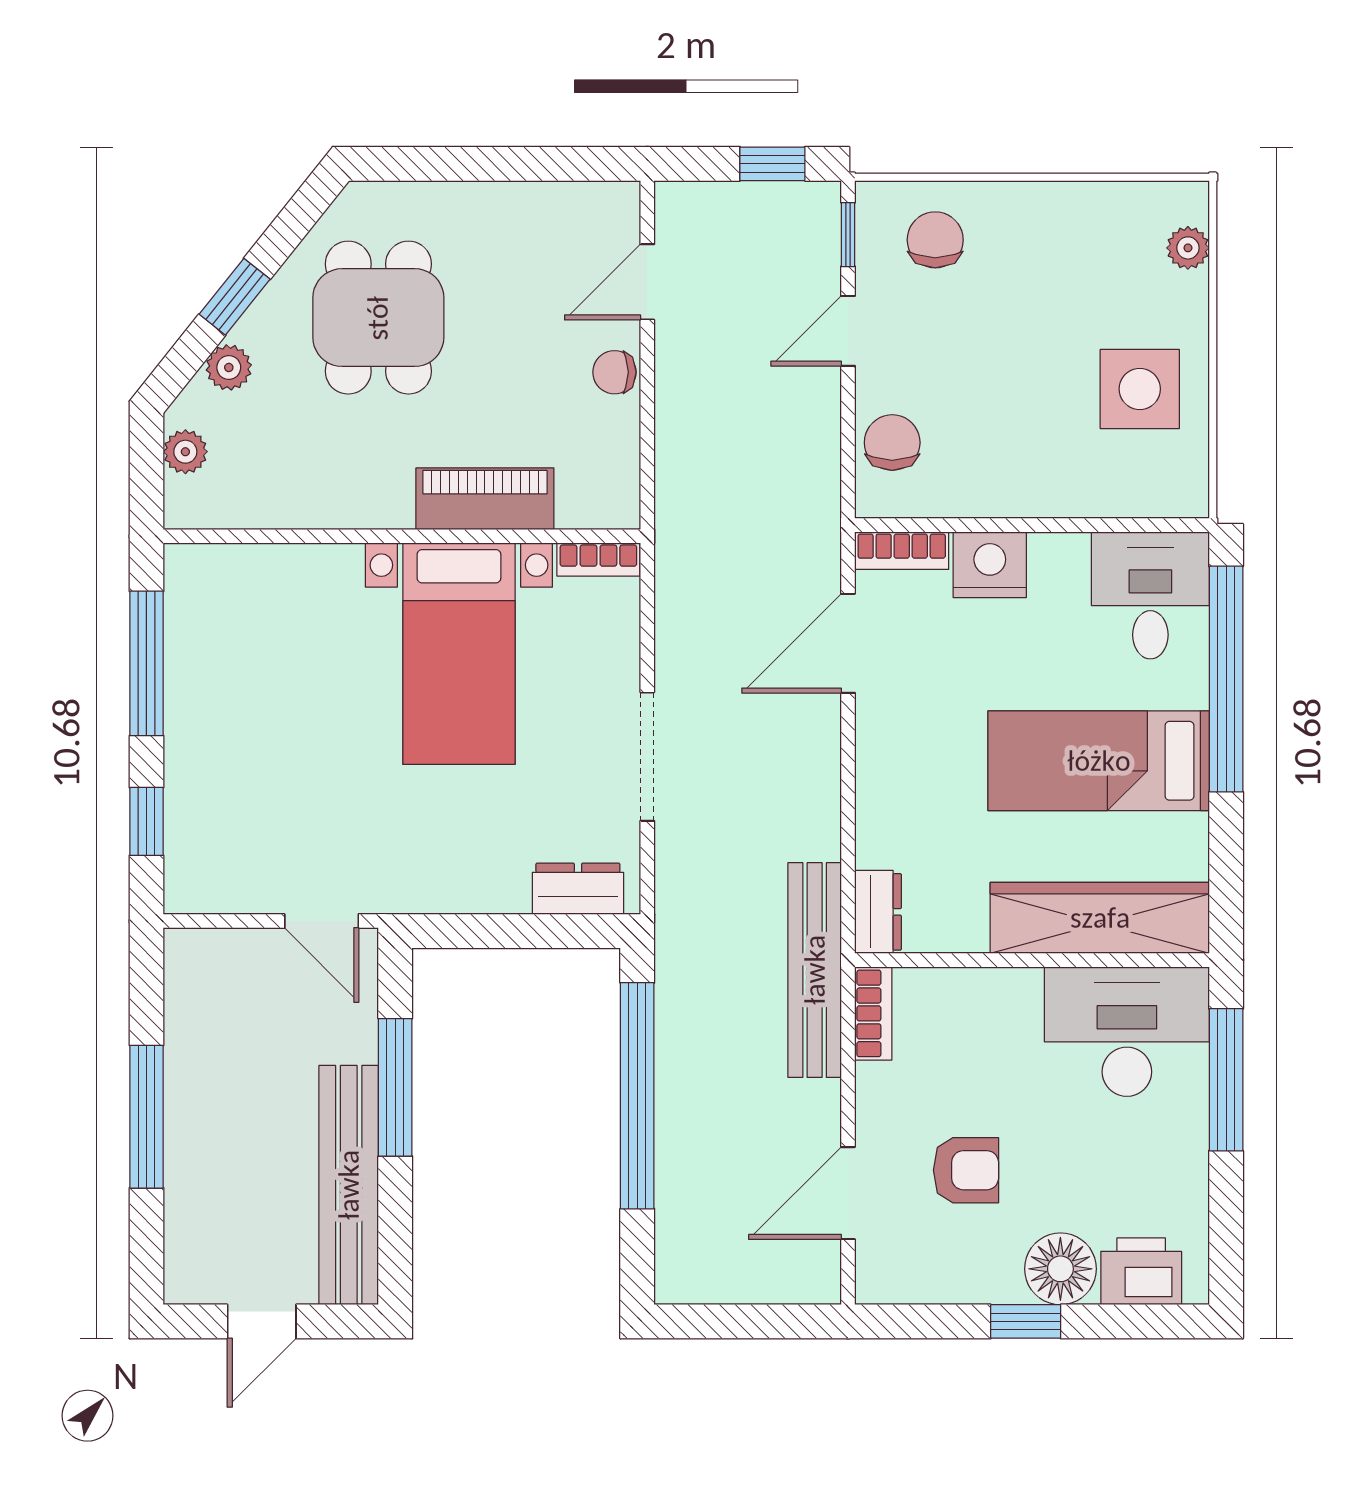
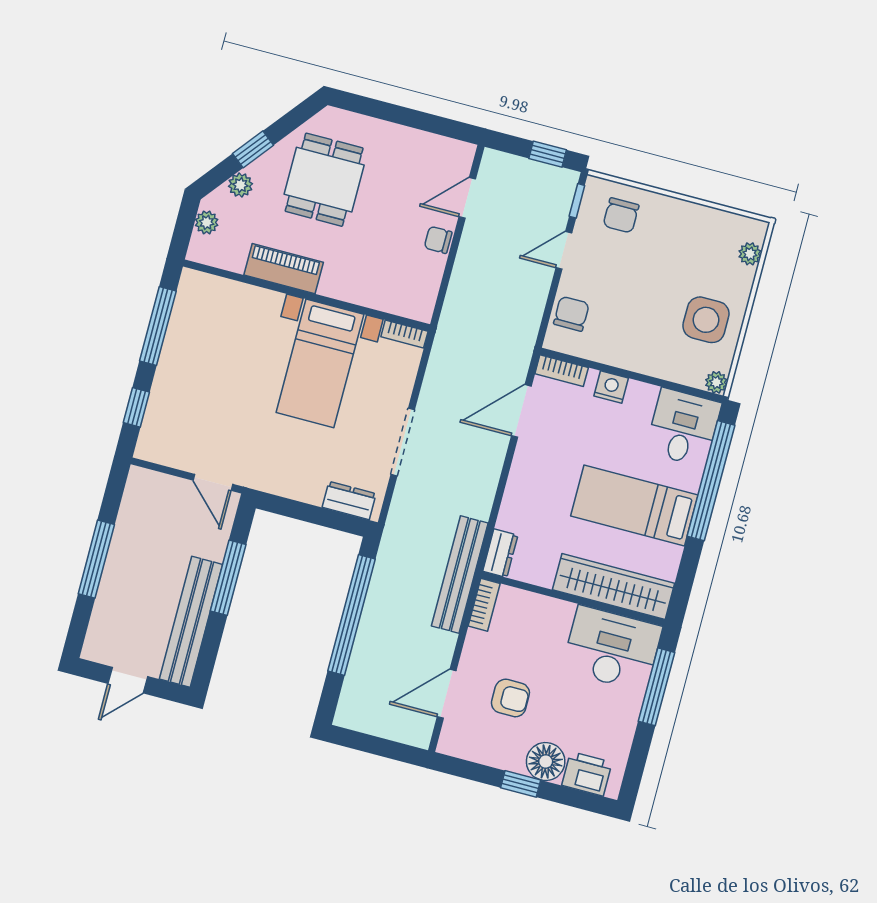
chair: (935, 240) -> (621, 215), turned 180
plant: (1189, 498) -> (716, 382), added
piano: (485, 499) -> (284, 269), moved
nightstand: (990, 565) -> (611, 387), width x0.74, depth x0.75

